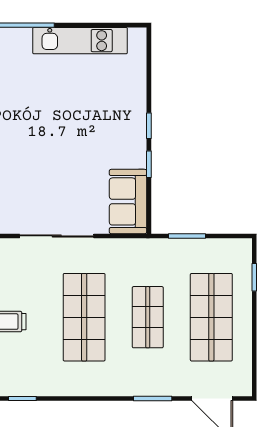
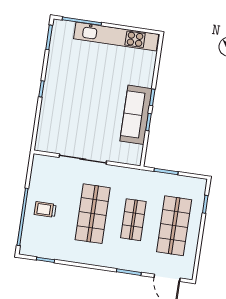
kitchen unit: (80, 41) -> (116, 36), width x1.36
sofa: (128, 201) -> (136, 115), moved, width x1.36

